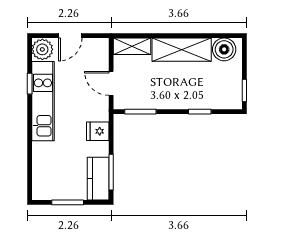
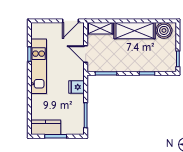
door: (70, 36) -> (71, 21), moved
plant: (42, 49) -> (38, 30), removed
kitchen counter: (98, 179) -> (46, 127), moved, turned 90

